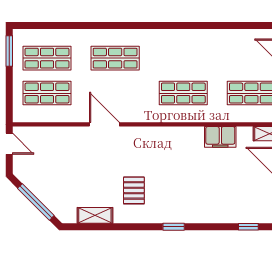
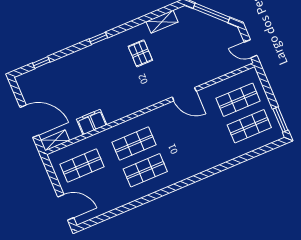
shop shelf: (115, 58) -> (145, 170), moved

